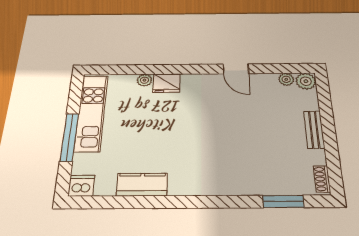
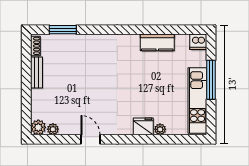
bench: (314, 130) -> (37, 73), moved

